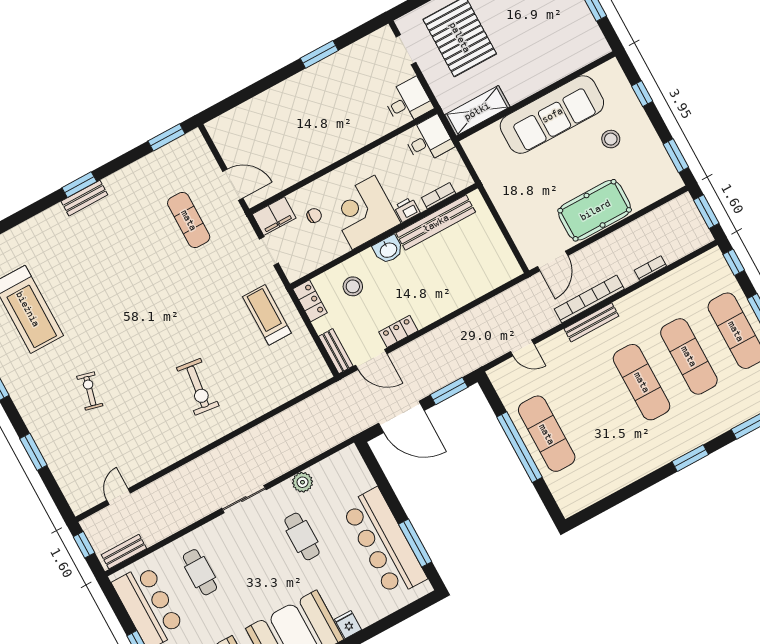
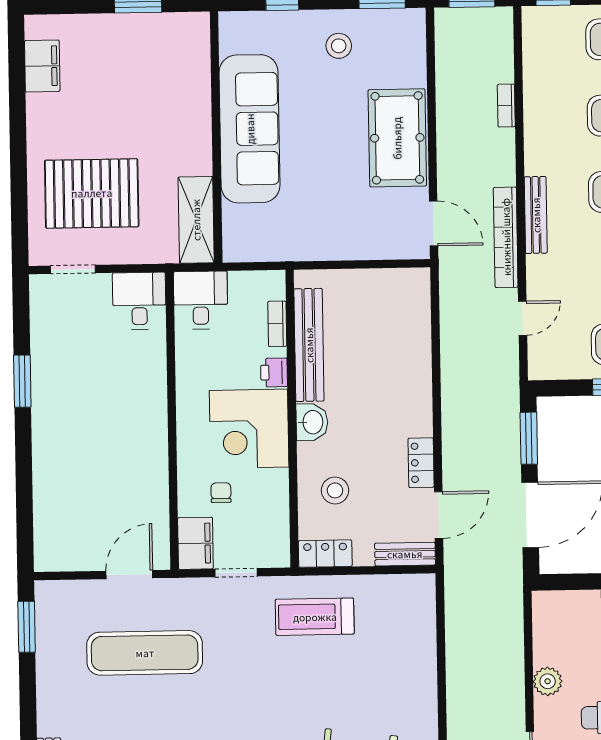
stool: (611, 139) -> (339, 46), moved
exercise mat: (189, 220) -> (145, 653), width x1.36, depth x1.45
bookcase: (589, 299) -> (506, 237), moved

